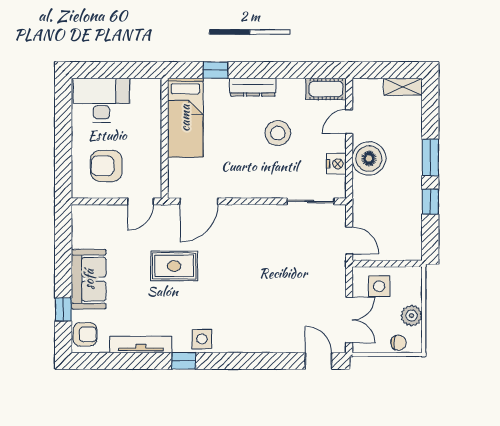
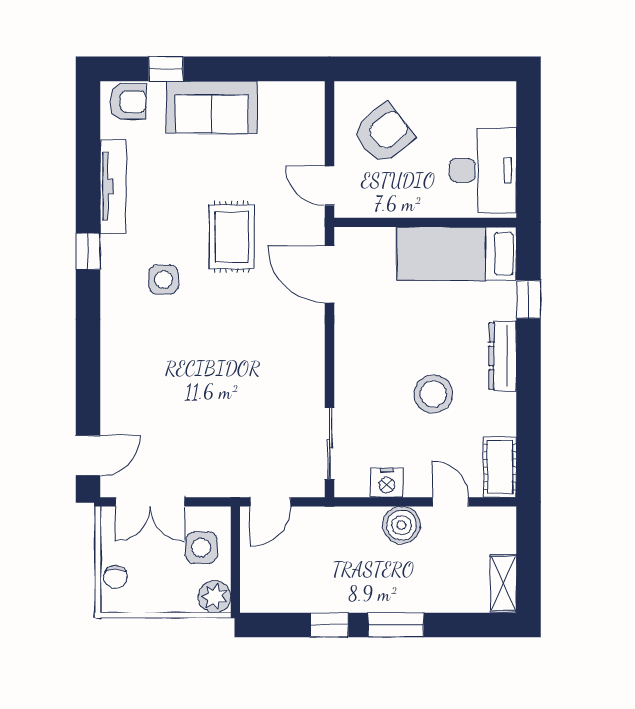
desk: (101, 100) -> (483, 170), moved
boiler: (369, 158) -> (402, 525), width x0.73, depth x0.73
armchair: (106, 166) -> (383, 134), turned 51
plant: (412, 316) -> (215, 597), moved
armchair: (85, 334) -> (128, 102), turned -90
side table: (202, 339) -> (164, 280), moved

